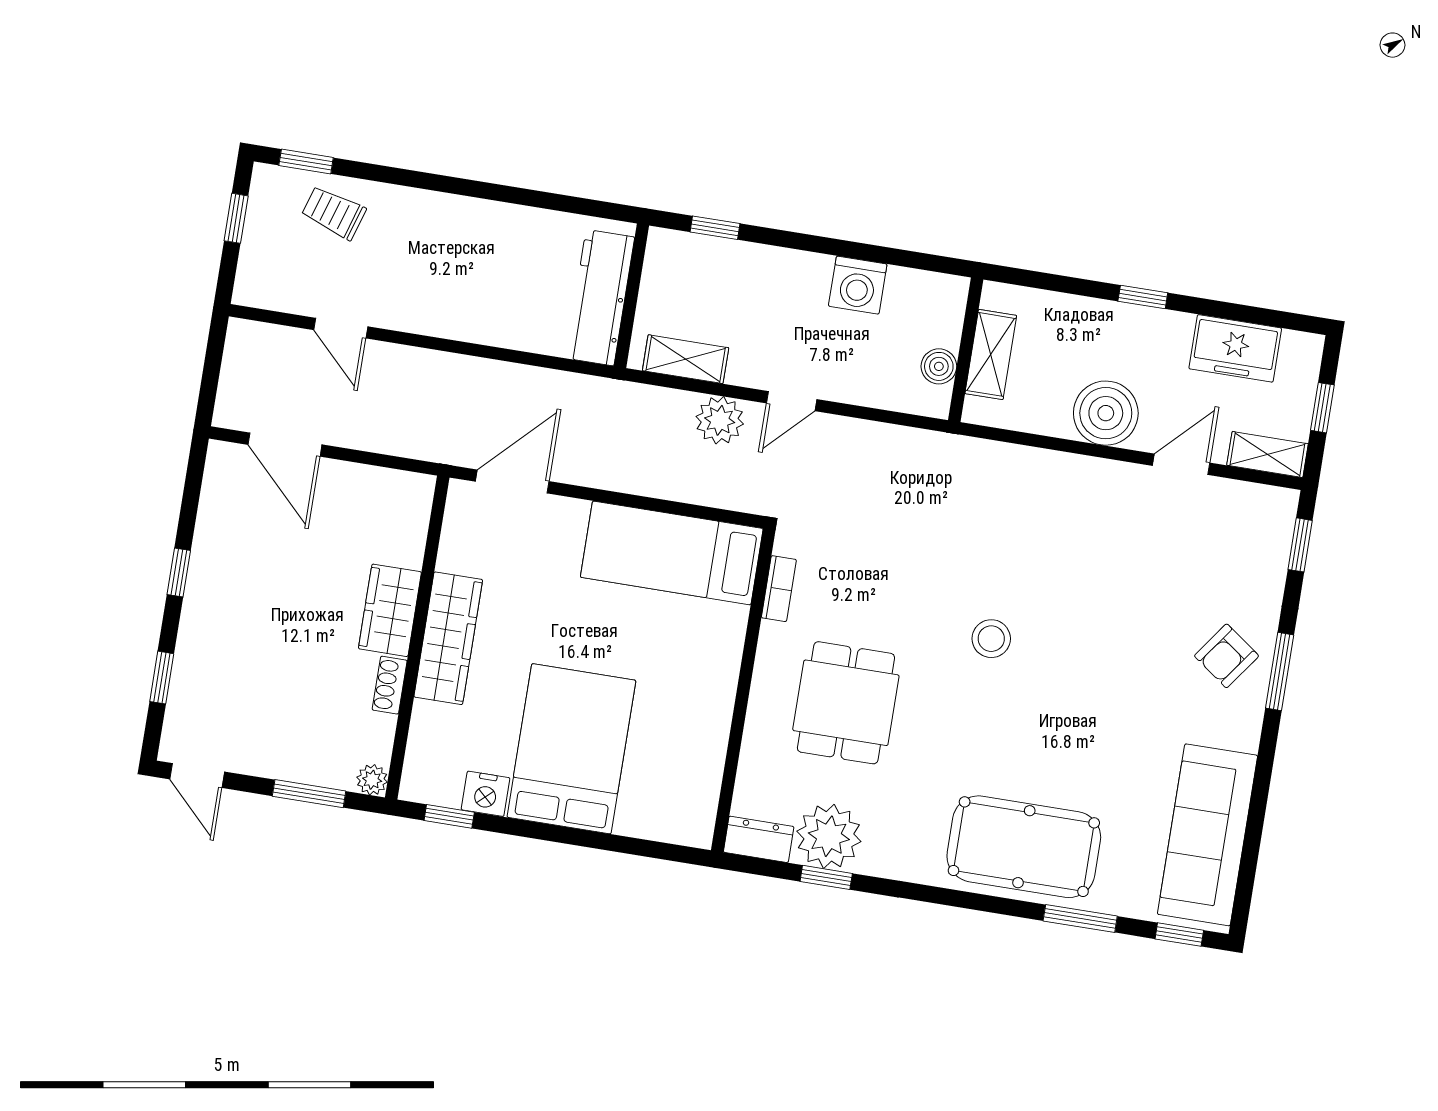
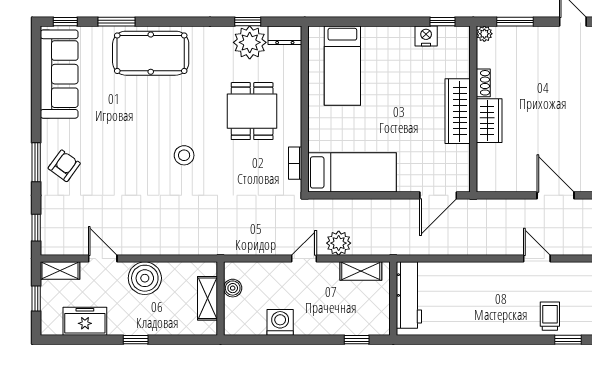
trolley: (334, 213) -> (550, 316), turned -107
door: (1181, 464) -> (103, 259), swing flipped
bed: (571, 749) -> (342, 66), moved, width x0.67

